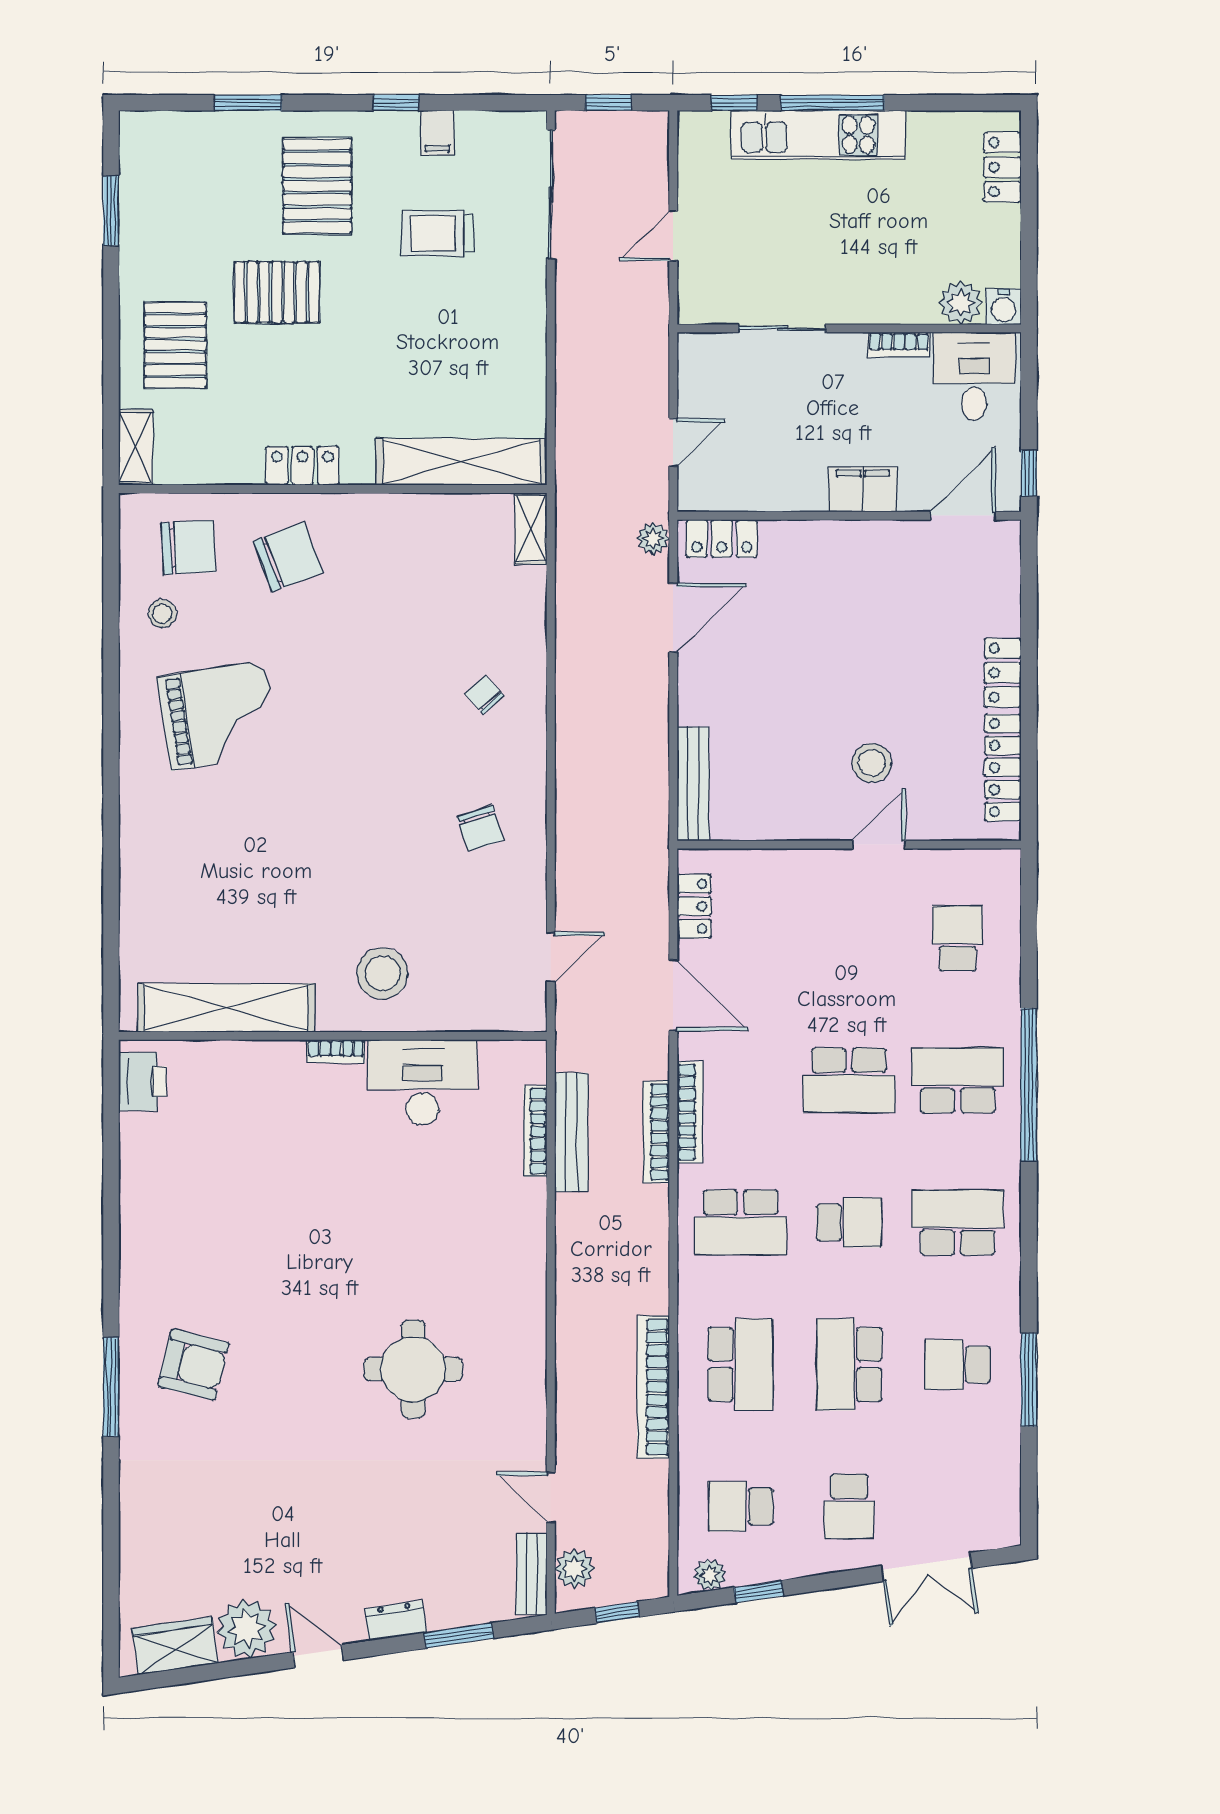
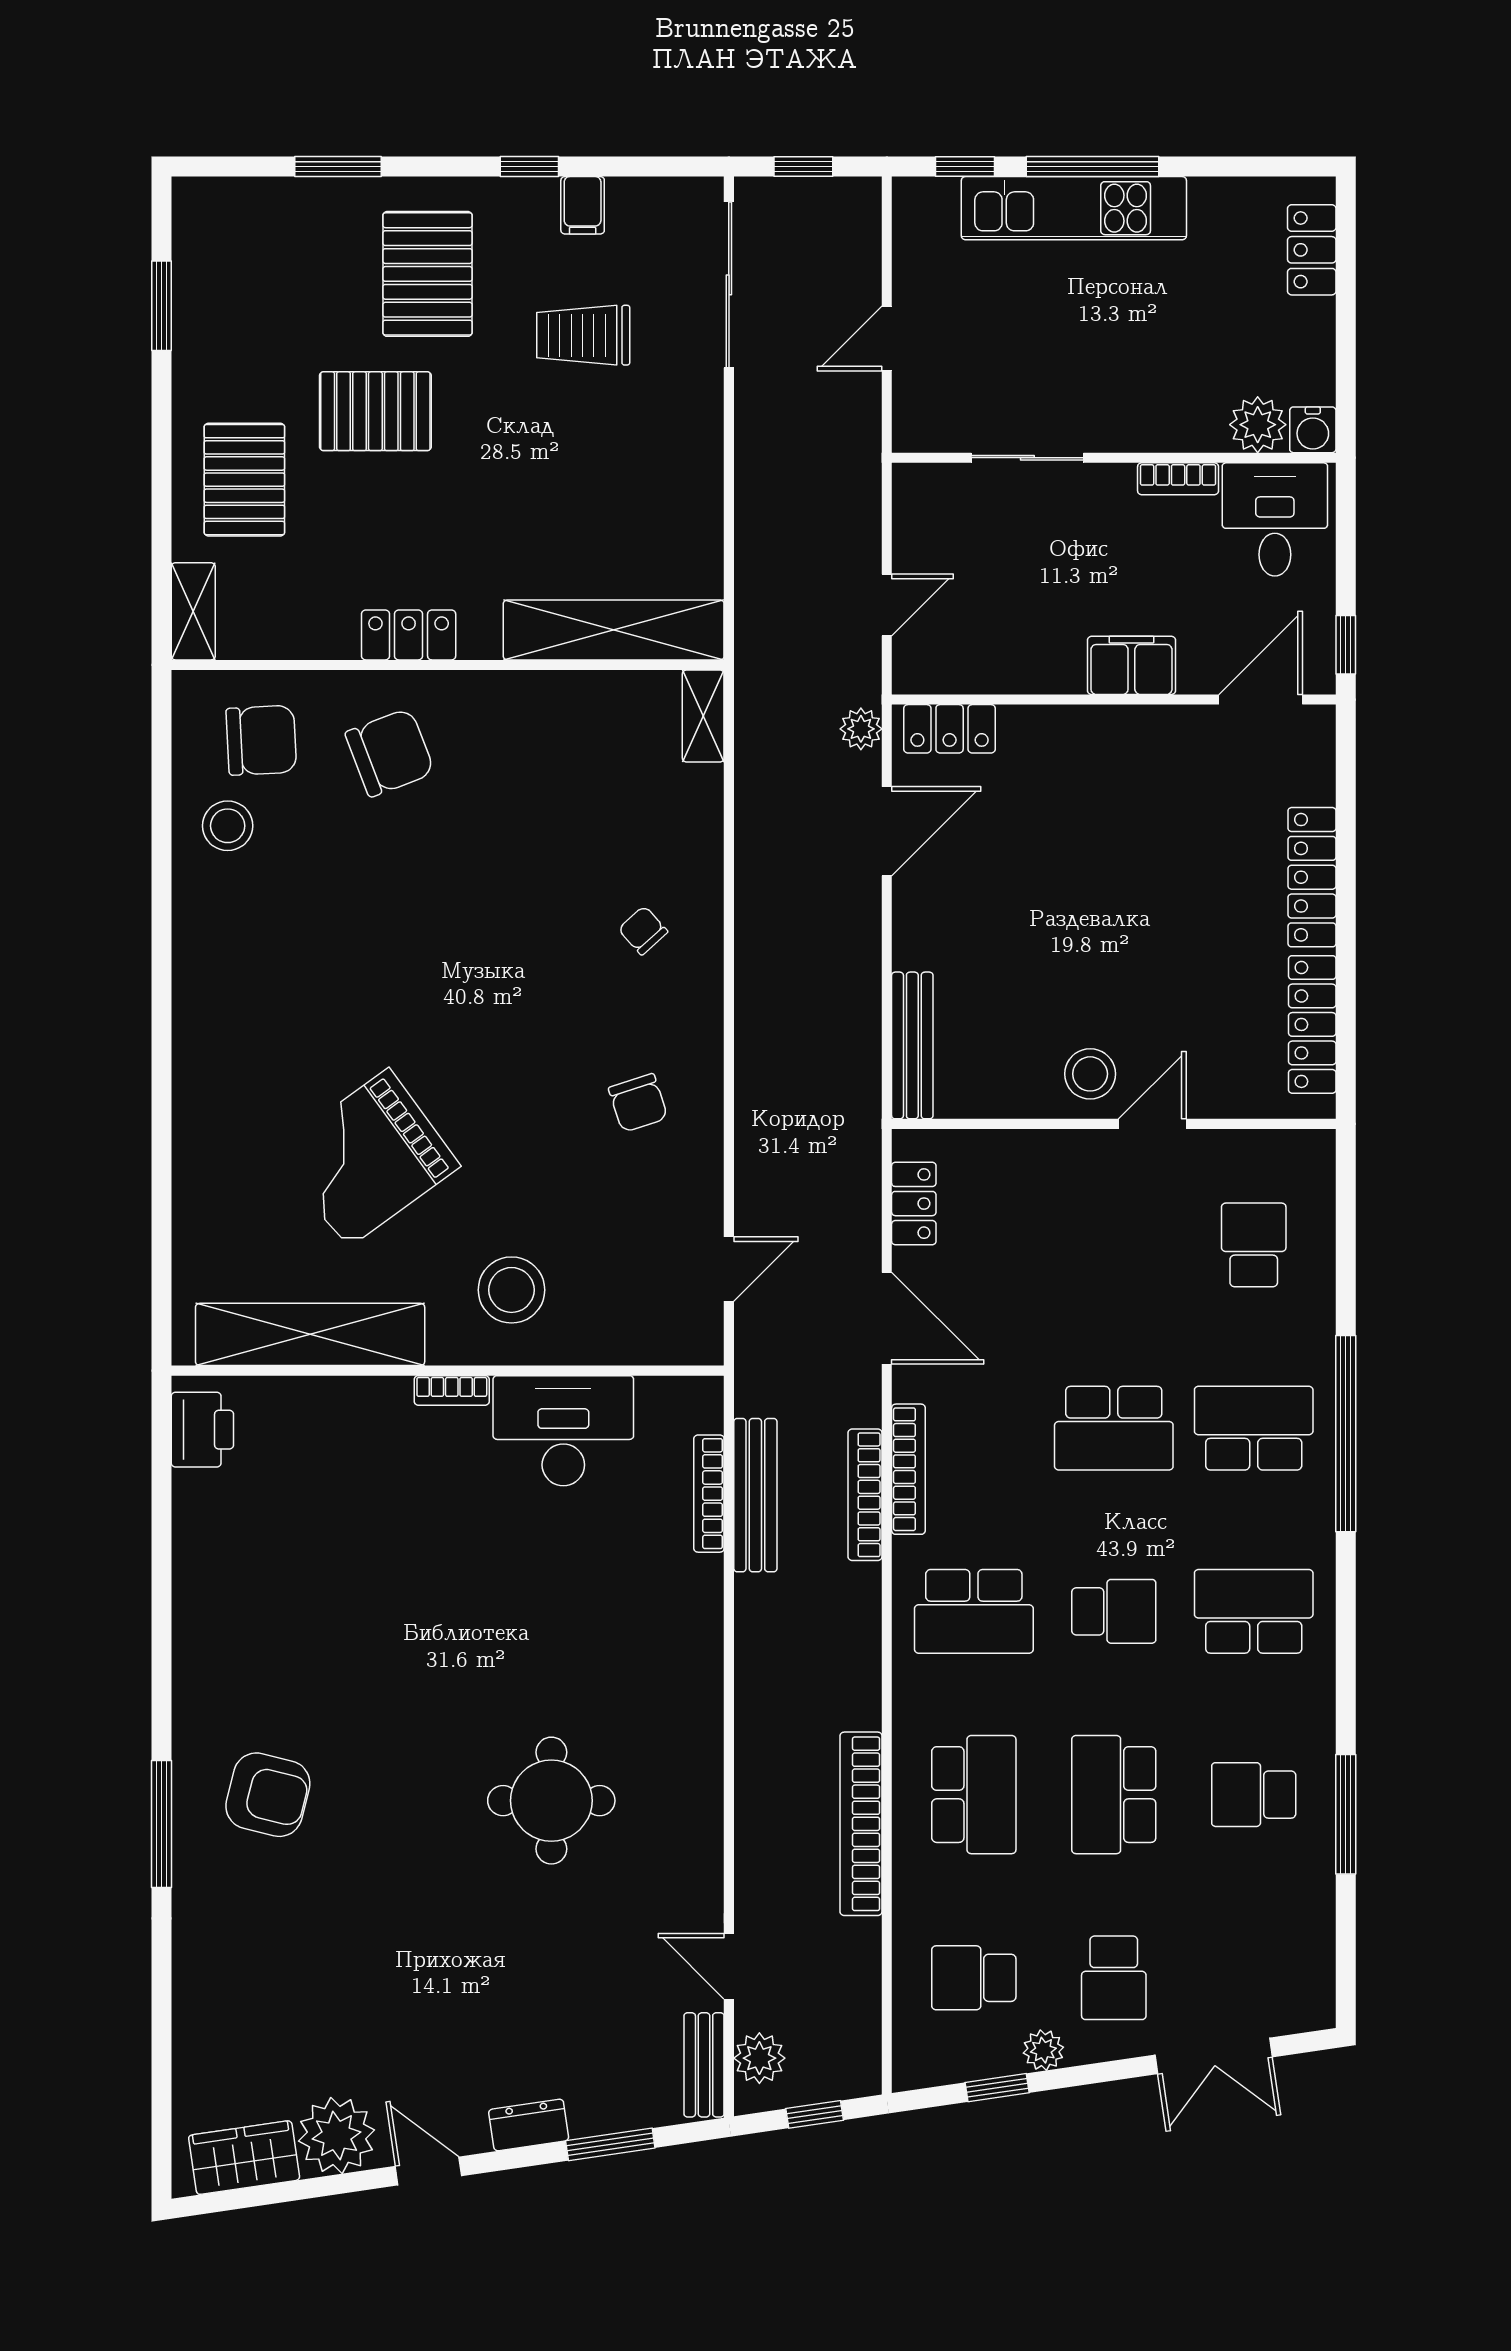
stool: (162, 614) -> (228, 826), width x1.37, depth x1.37
locker: (1003, 673) -> (1312, 877), width x1.53
grand piano: (218, 716) -> (368, 1158), moved, turned 153
stool: (872, 763) -> (1090, 1074), moved
plant: (710, 1575) -> (1043, 2050), moved

